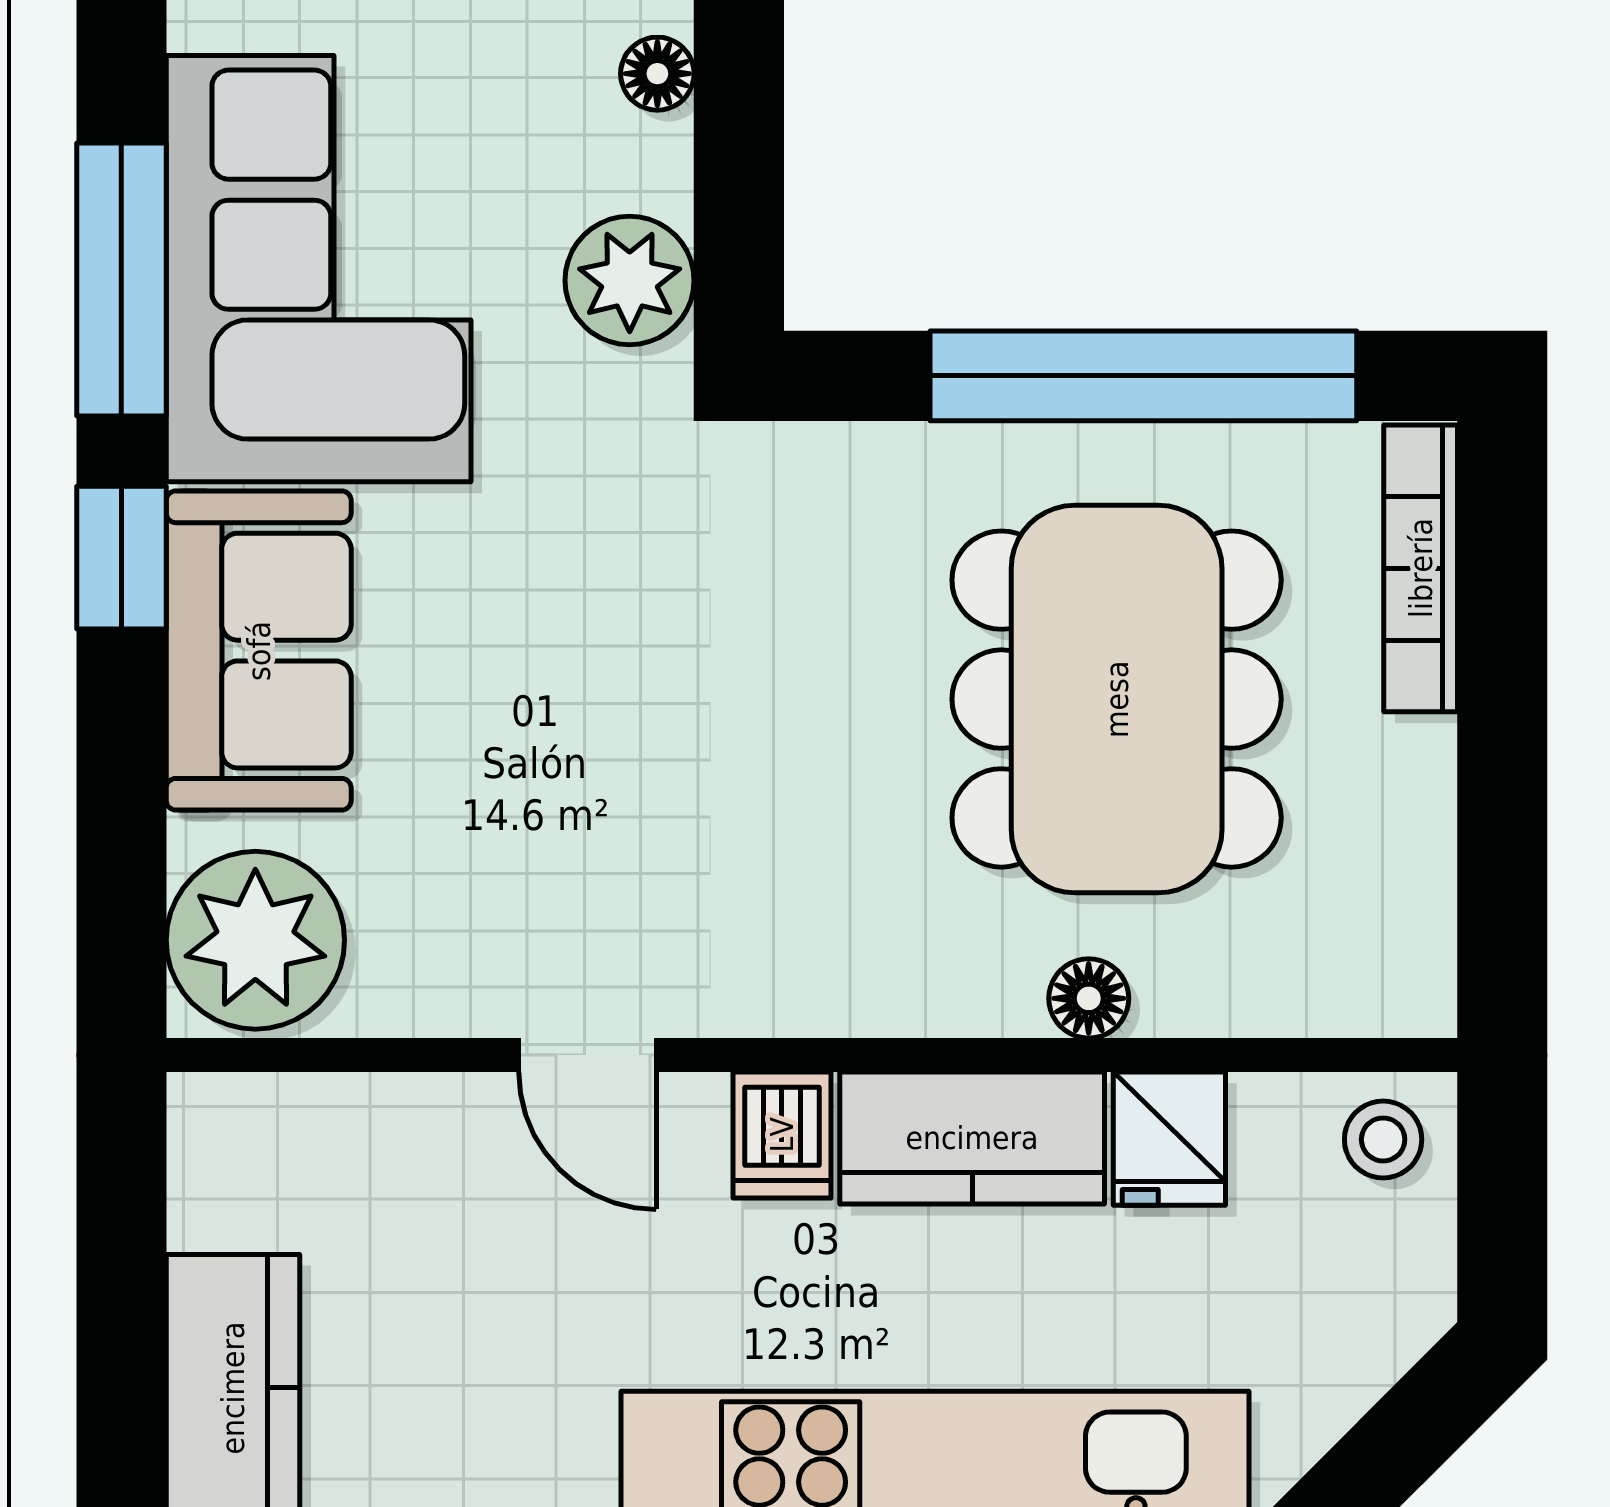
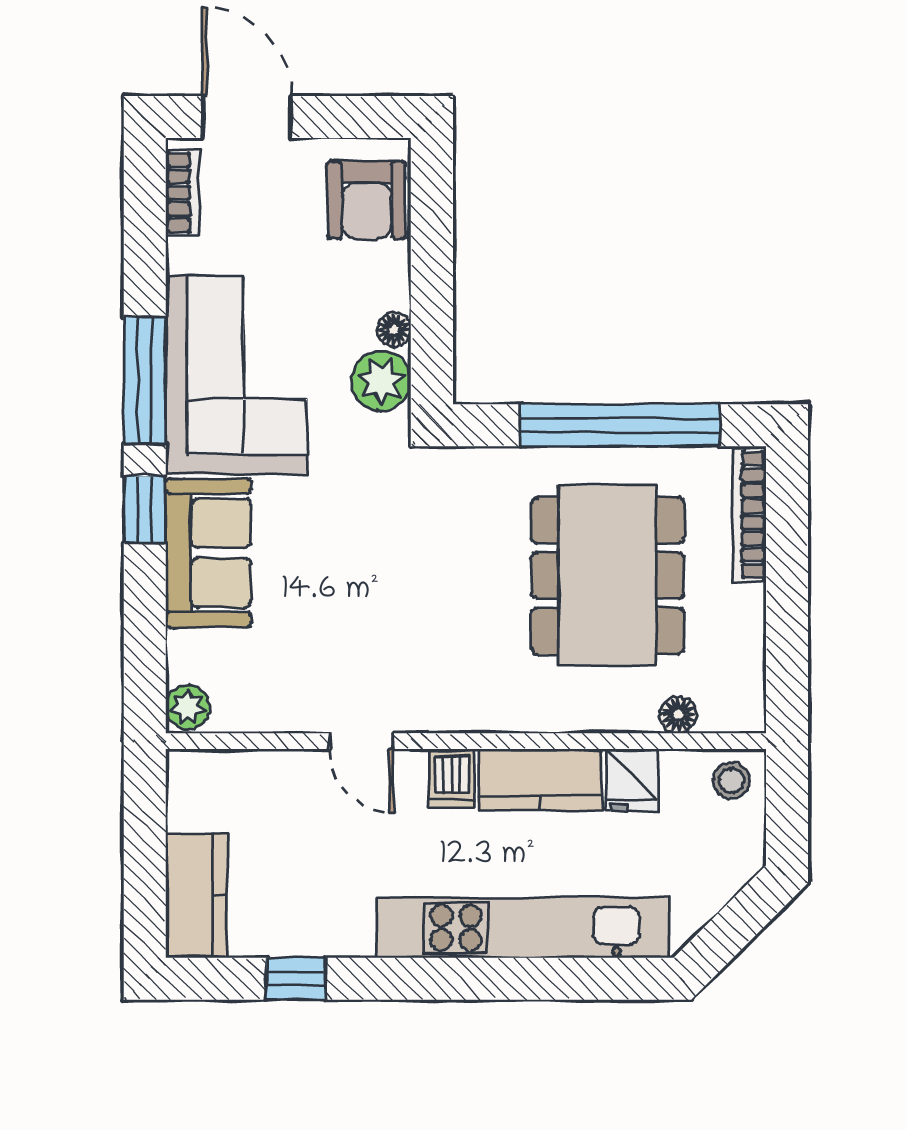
floor lamp: (657, 74) -> (394, 330), moved
plant: (255, 940) -> (188, 707), width x0.53, depth x0.53
floor lamp: (1089, 998) -> (678, 715), moved

